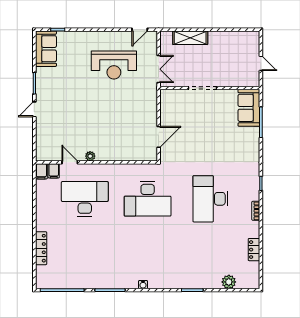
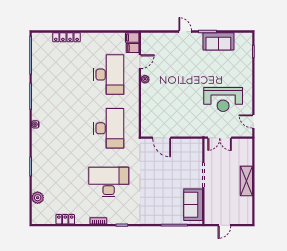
shelving: (190, 38) -> (246, 181), moved
sofa: (46, 49) -> (218, 41), moved
reception desk: (114, 65) -> (223, 99), turned -90
sofa: (249, 108) -> (193, 205), moved, turned -90
desk: (148, 199) -> (109, 128), turned 180

